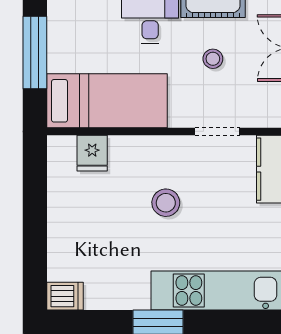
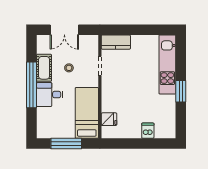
stool: (166, 203) -> (130, 88), removed
dishwasher: (65, 296) -> (148, 131), moved

